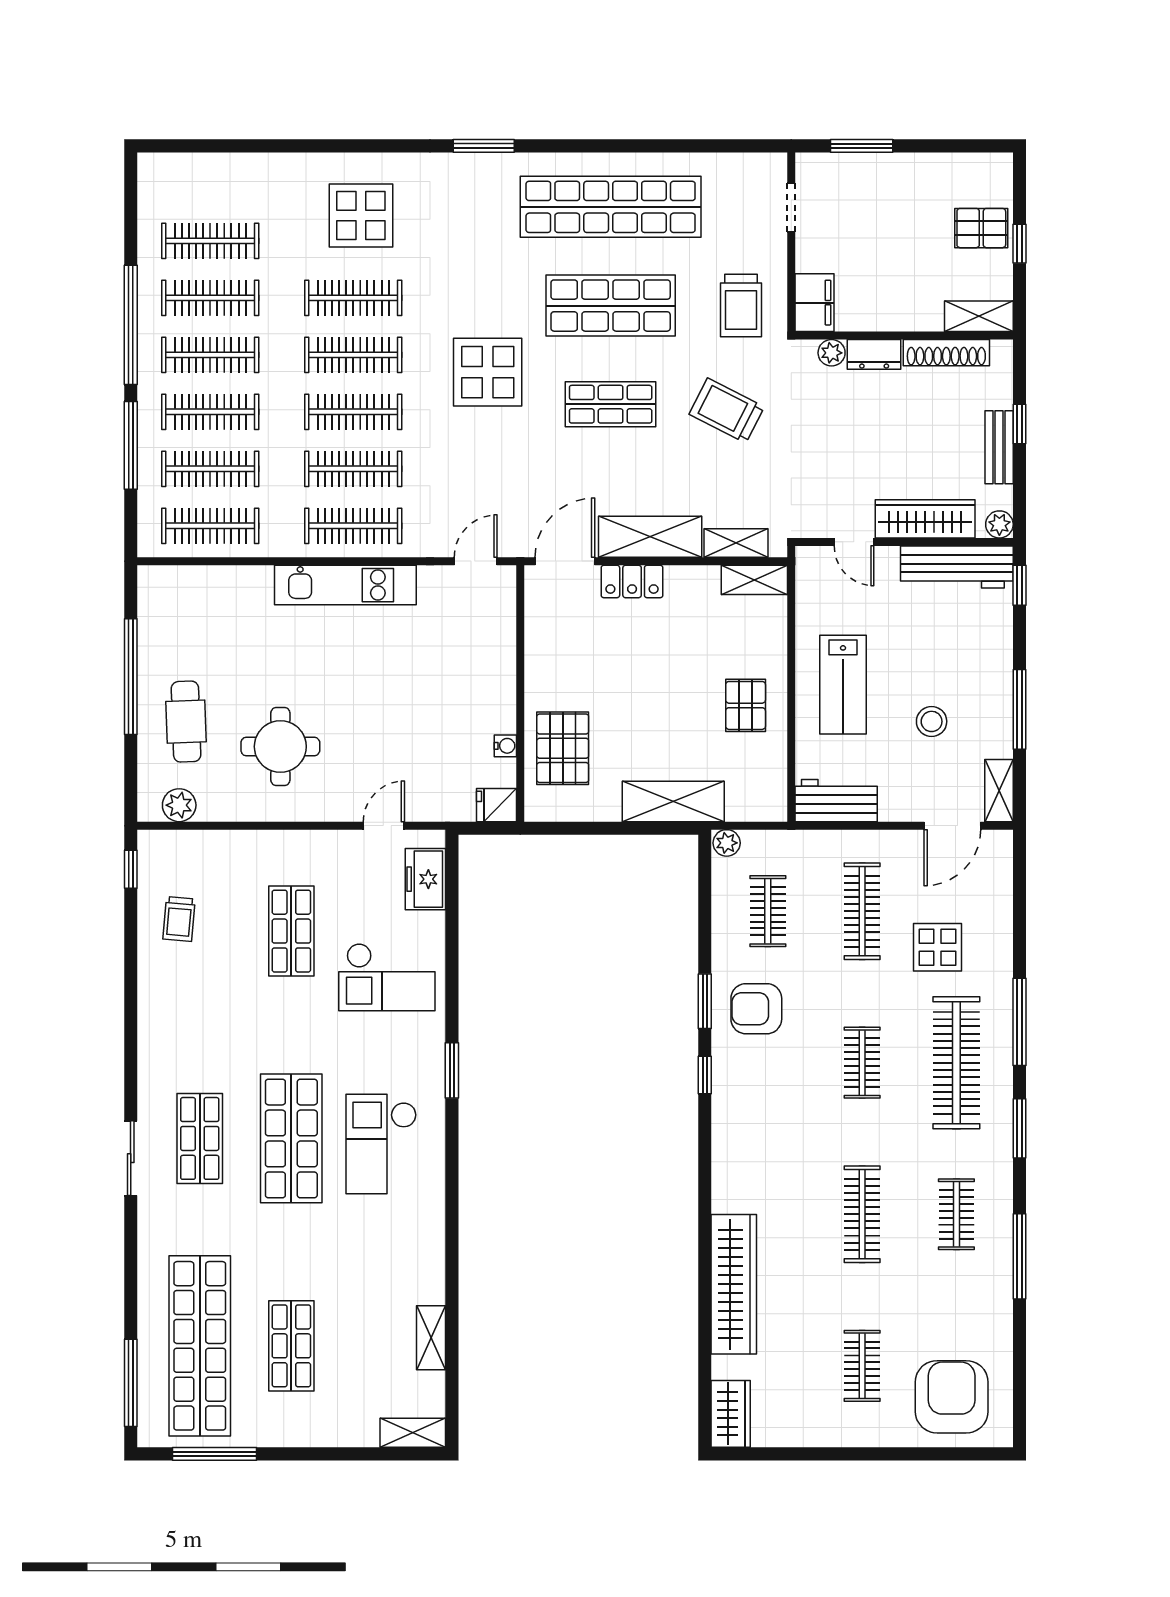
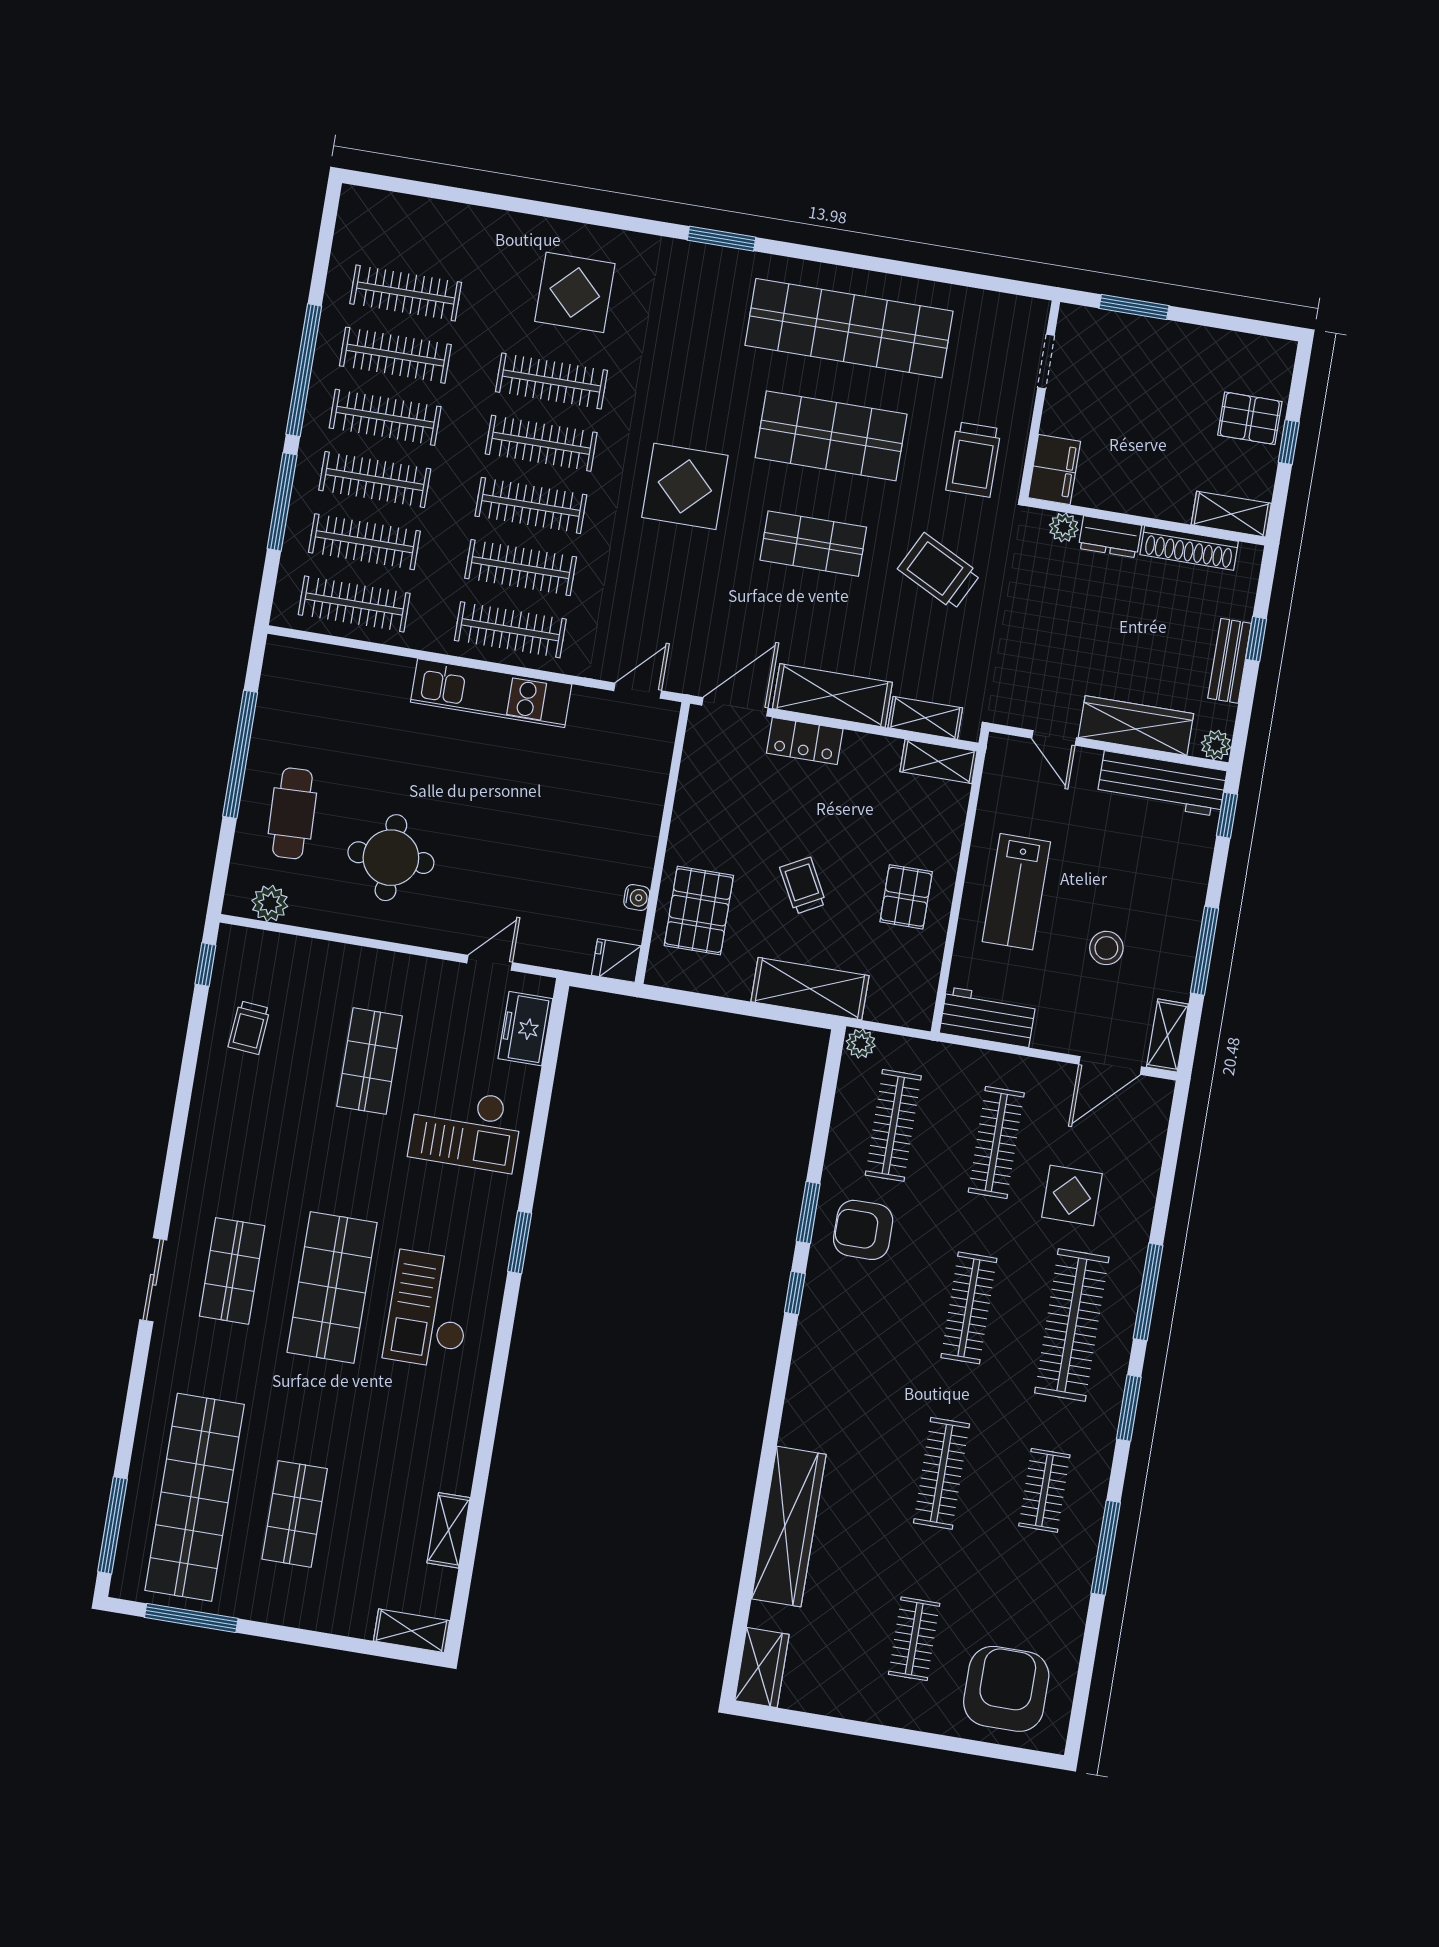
trolley: (652, 711) -> (803, 886), added
clothes rail: (768, 911) -> (893, 1125), width x1.36
clothes rail: (862, 1063) -> (969, 1308), width x1.36

